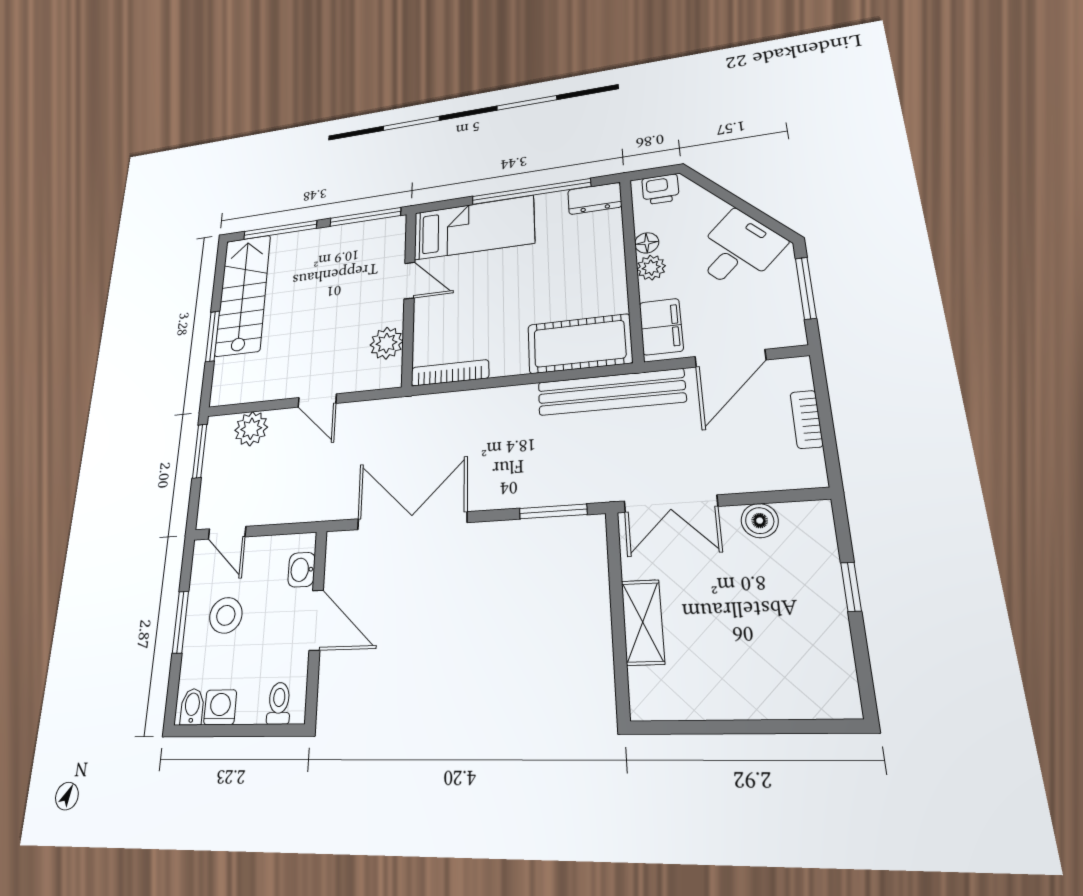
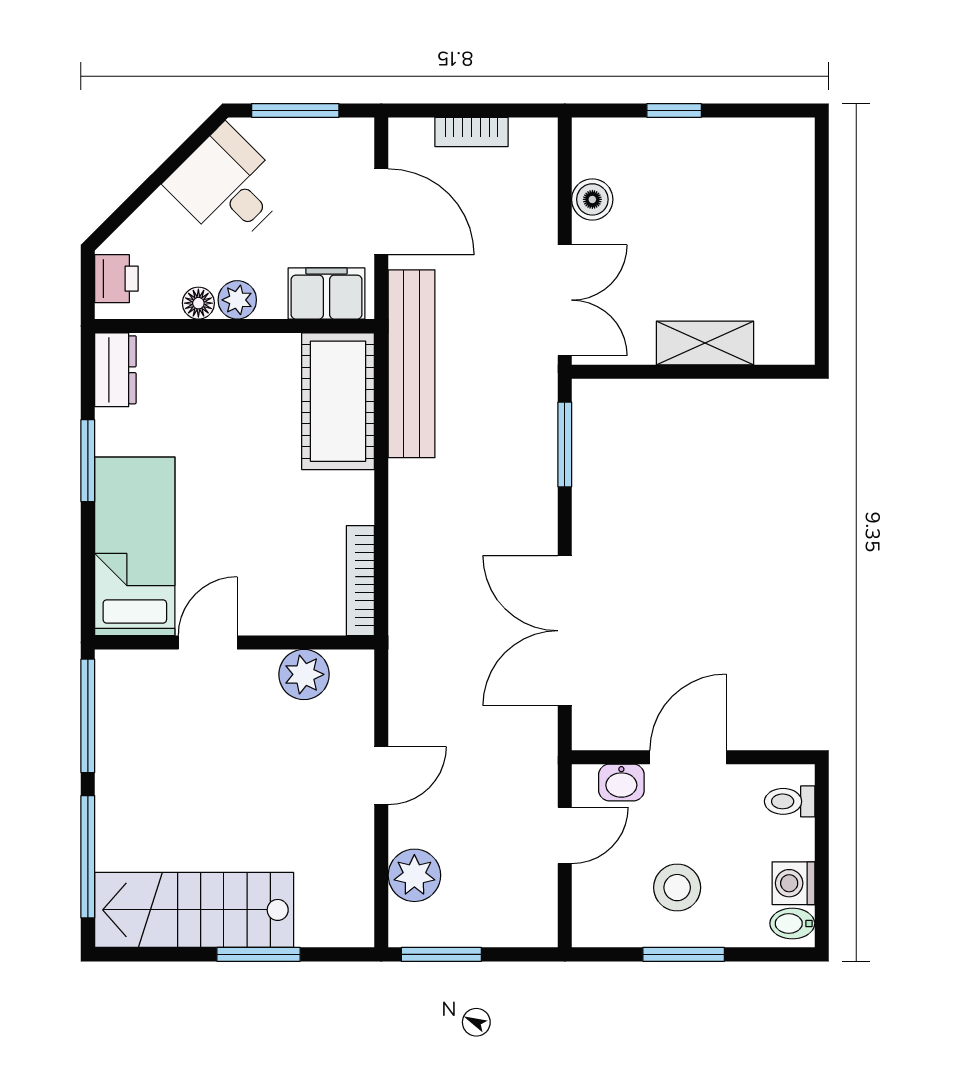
window: (531, 192) -> (88, 461), width x0.47
door: (227, 533) -> (565, 835), moved

